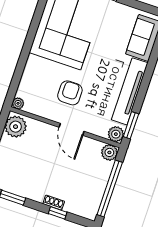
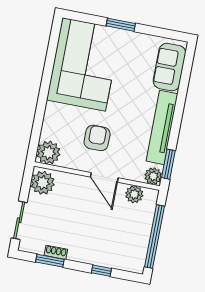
plant: (18, 103) -> (48, 153), width x1.87, depth x1.87
plant: (109, 152) -> (134, 194), moved
shoe rack: (54, 203) -> (56, 252), moved

